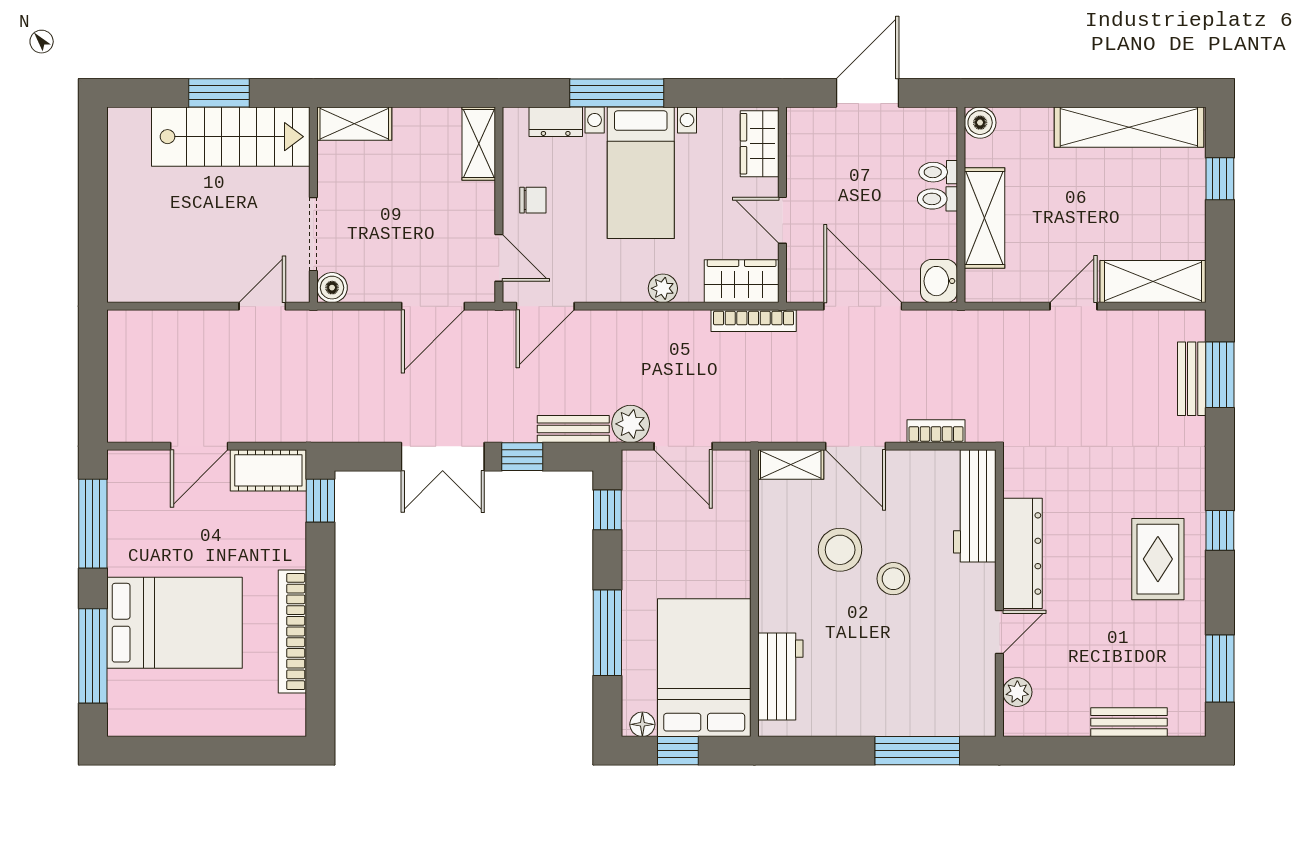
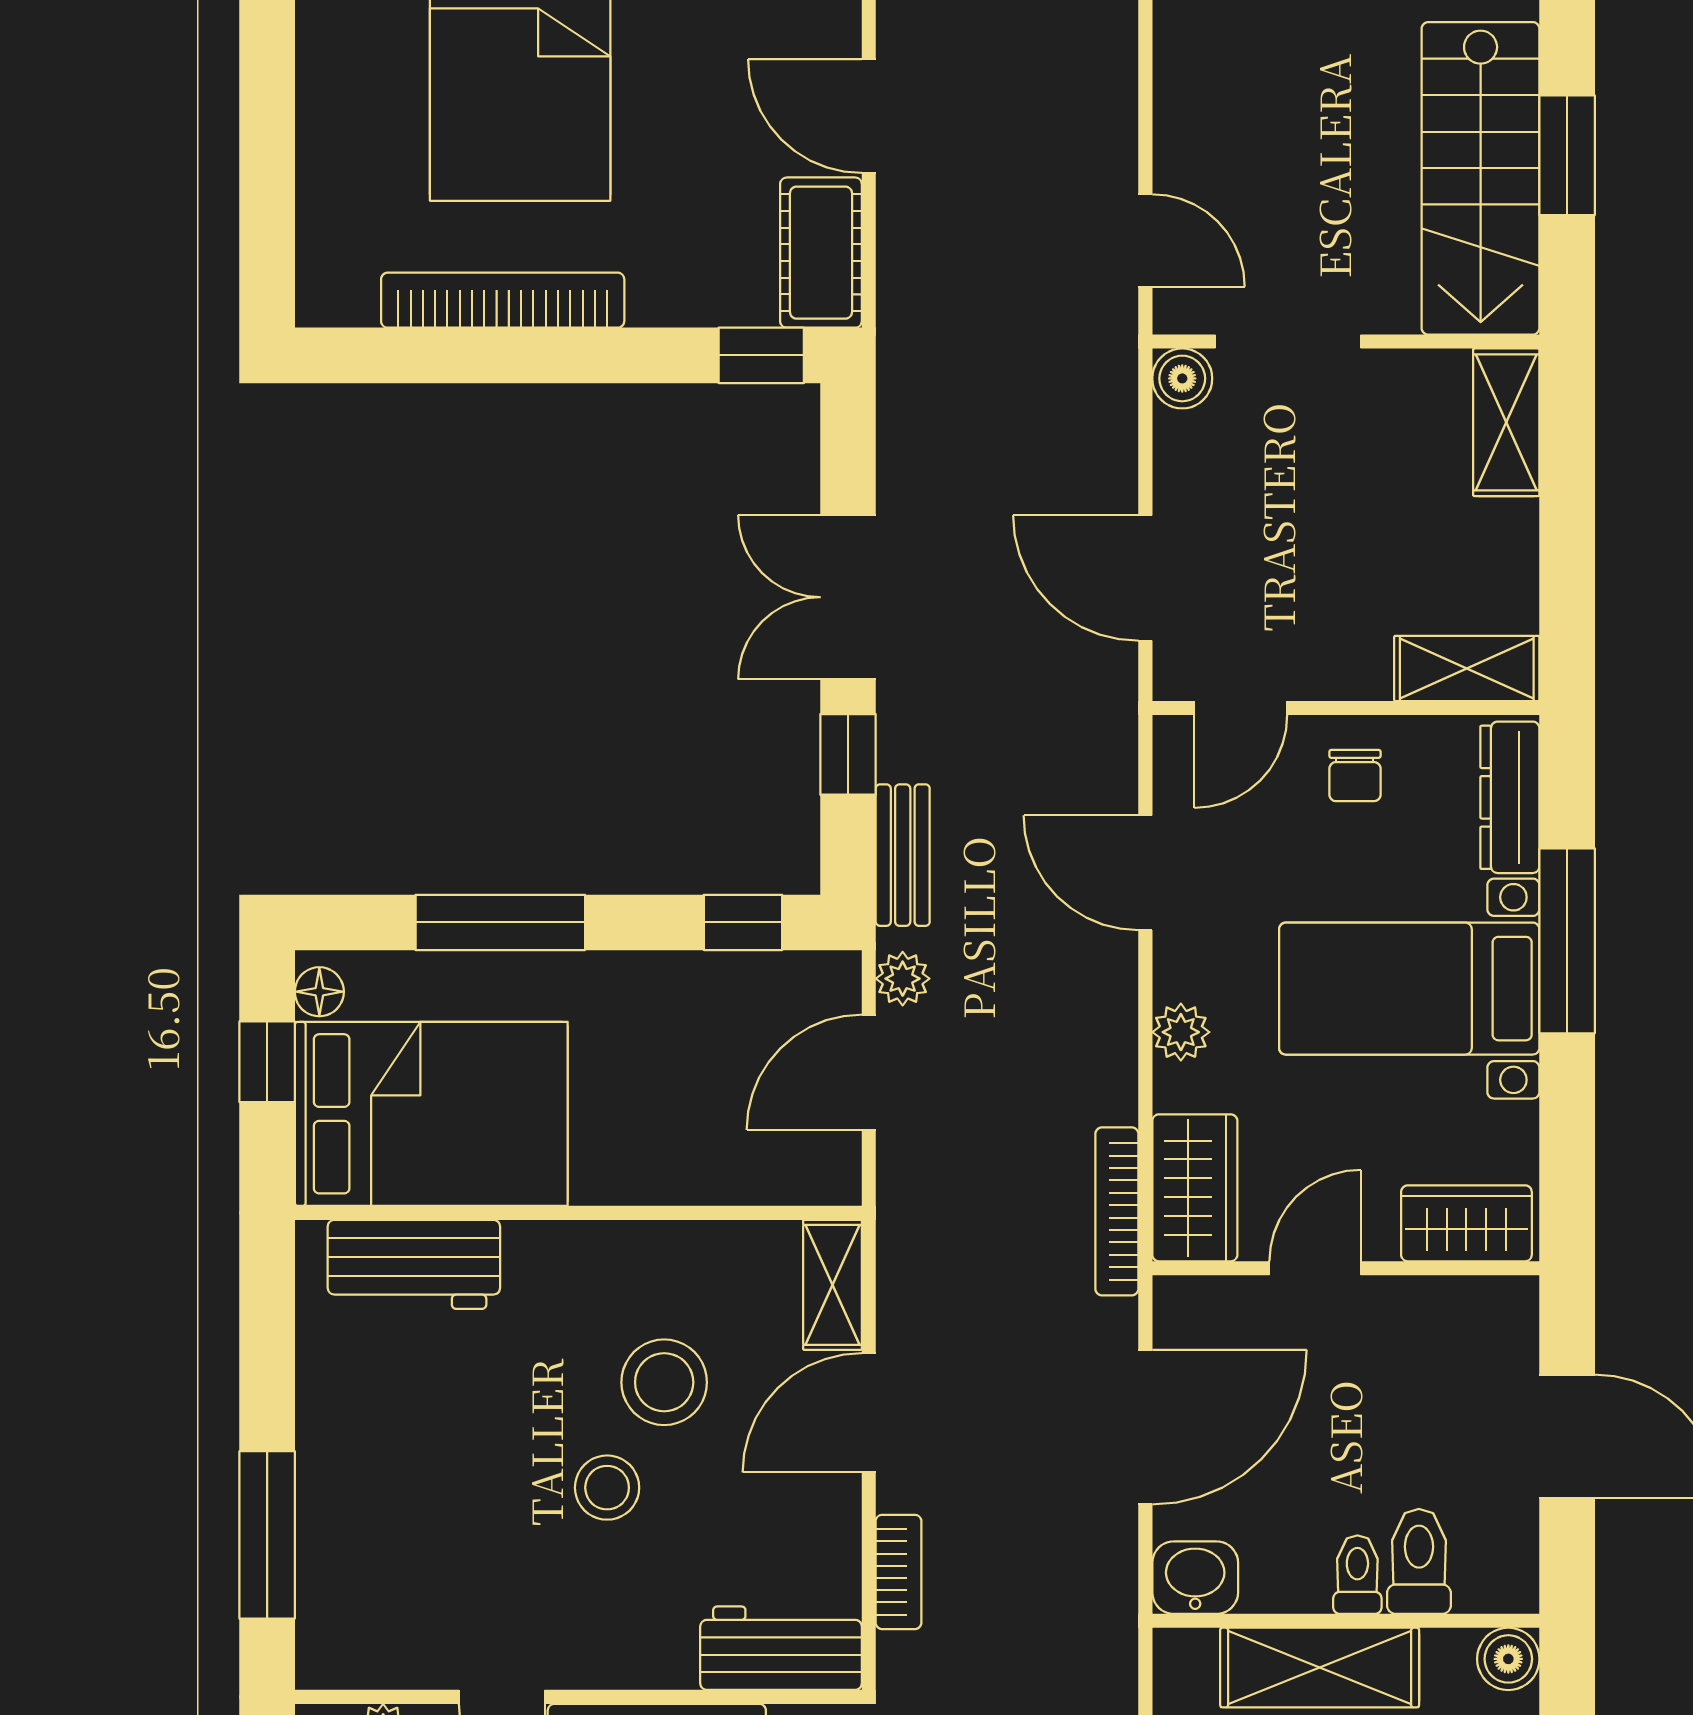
dresser: (556, 122) -> (1510, 797), width x1.44
toilet: (938, 172) -> (1419, 1561), width x1.37, depth x1.39
door: (545, 306) -> (1145, 873), moved
plant: (631, 424) -> (903, 979), width x0.73, depth x0.73
workbench: (975, 506) -> (781, 1648), width x0.73

